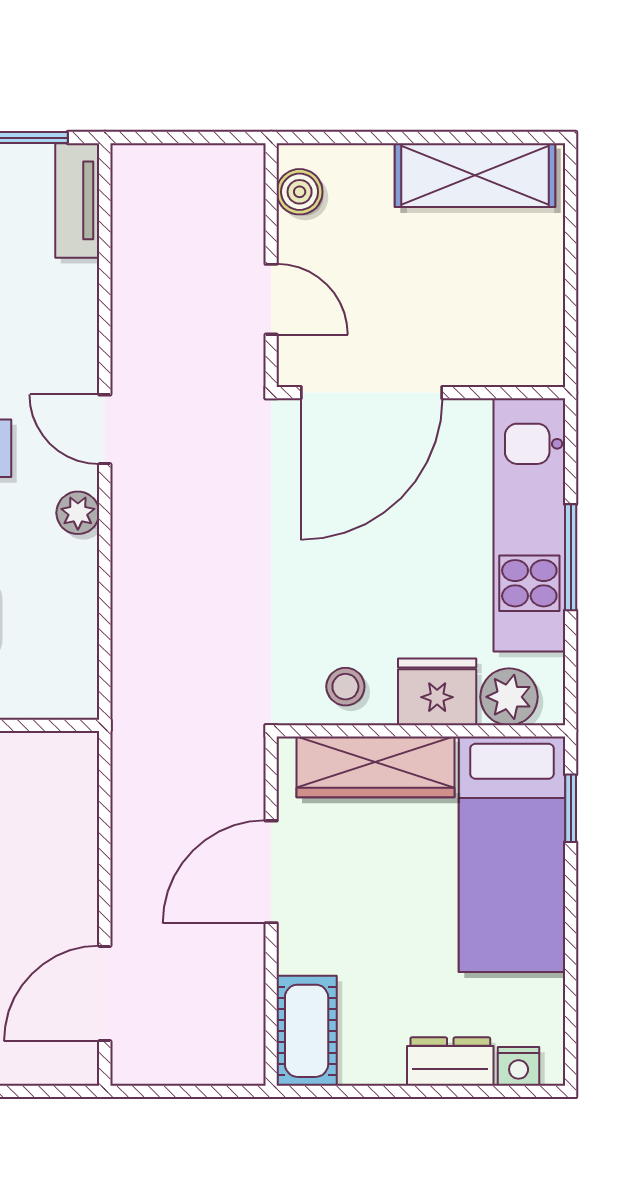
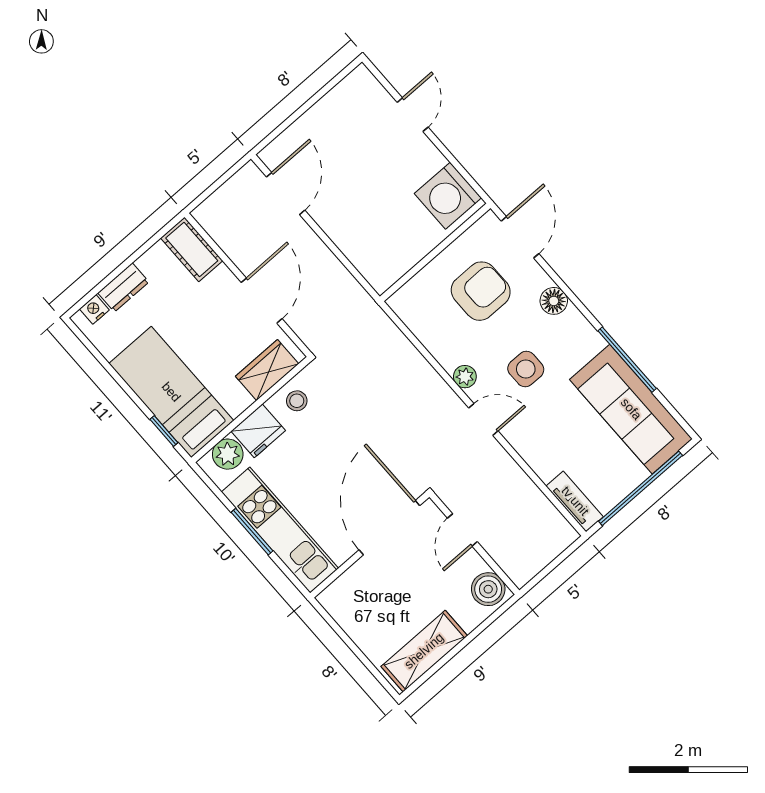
boiler: (300, 192) -> (488, 589), width x1.36, depth x1.36
door: (271, 299) -> (462, 530), hinge flipped
wardrobe: (376, 767) -> (267, 370), width x0.67

